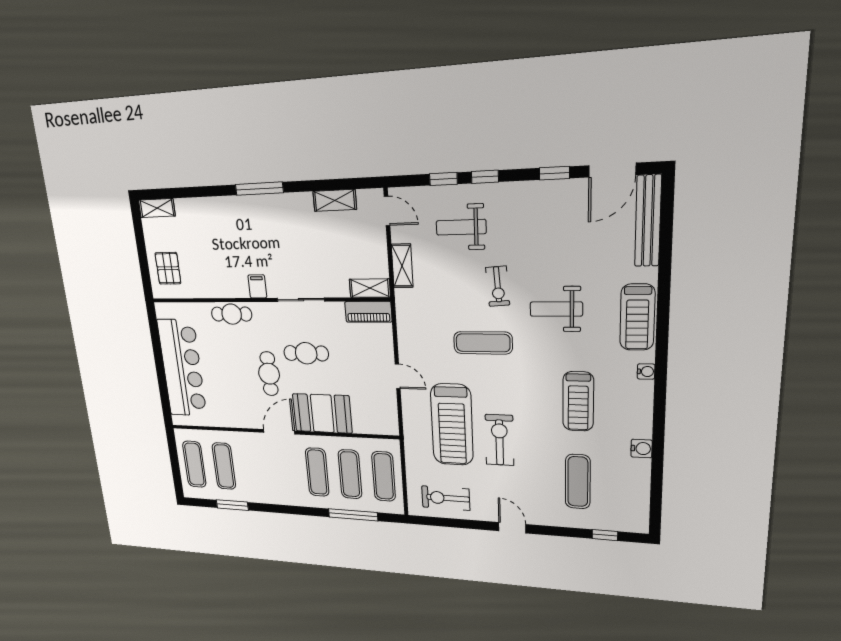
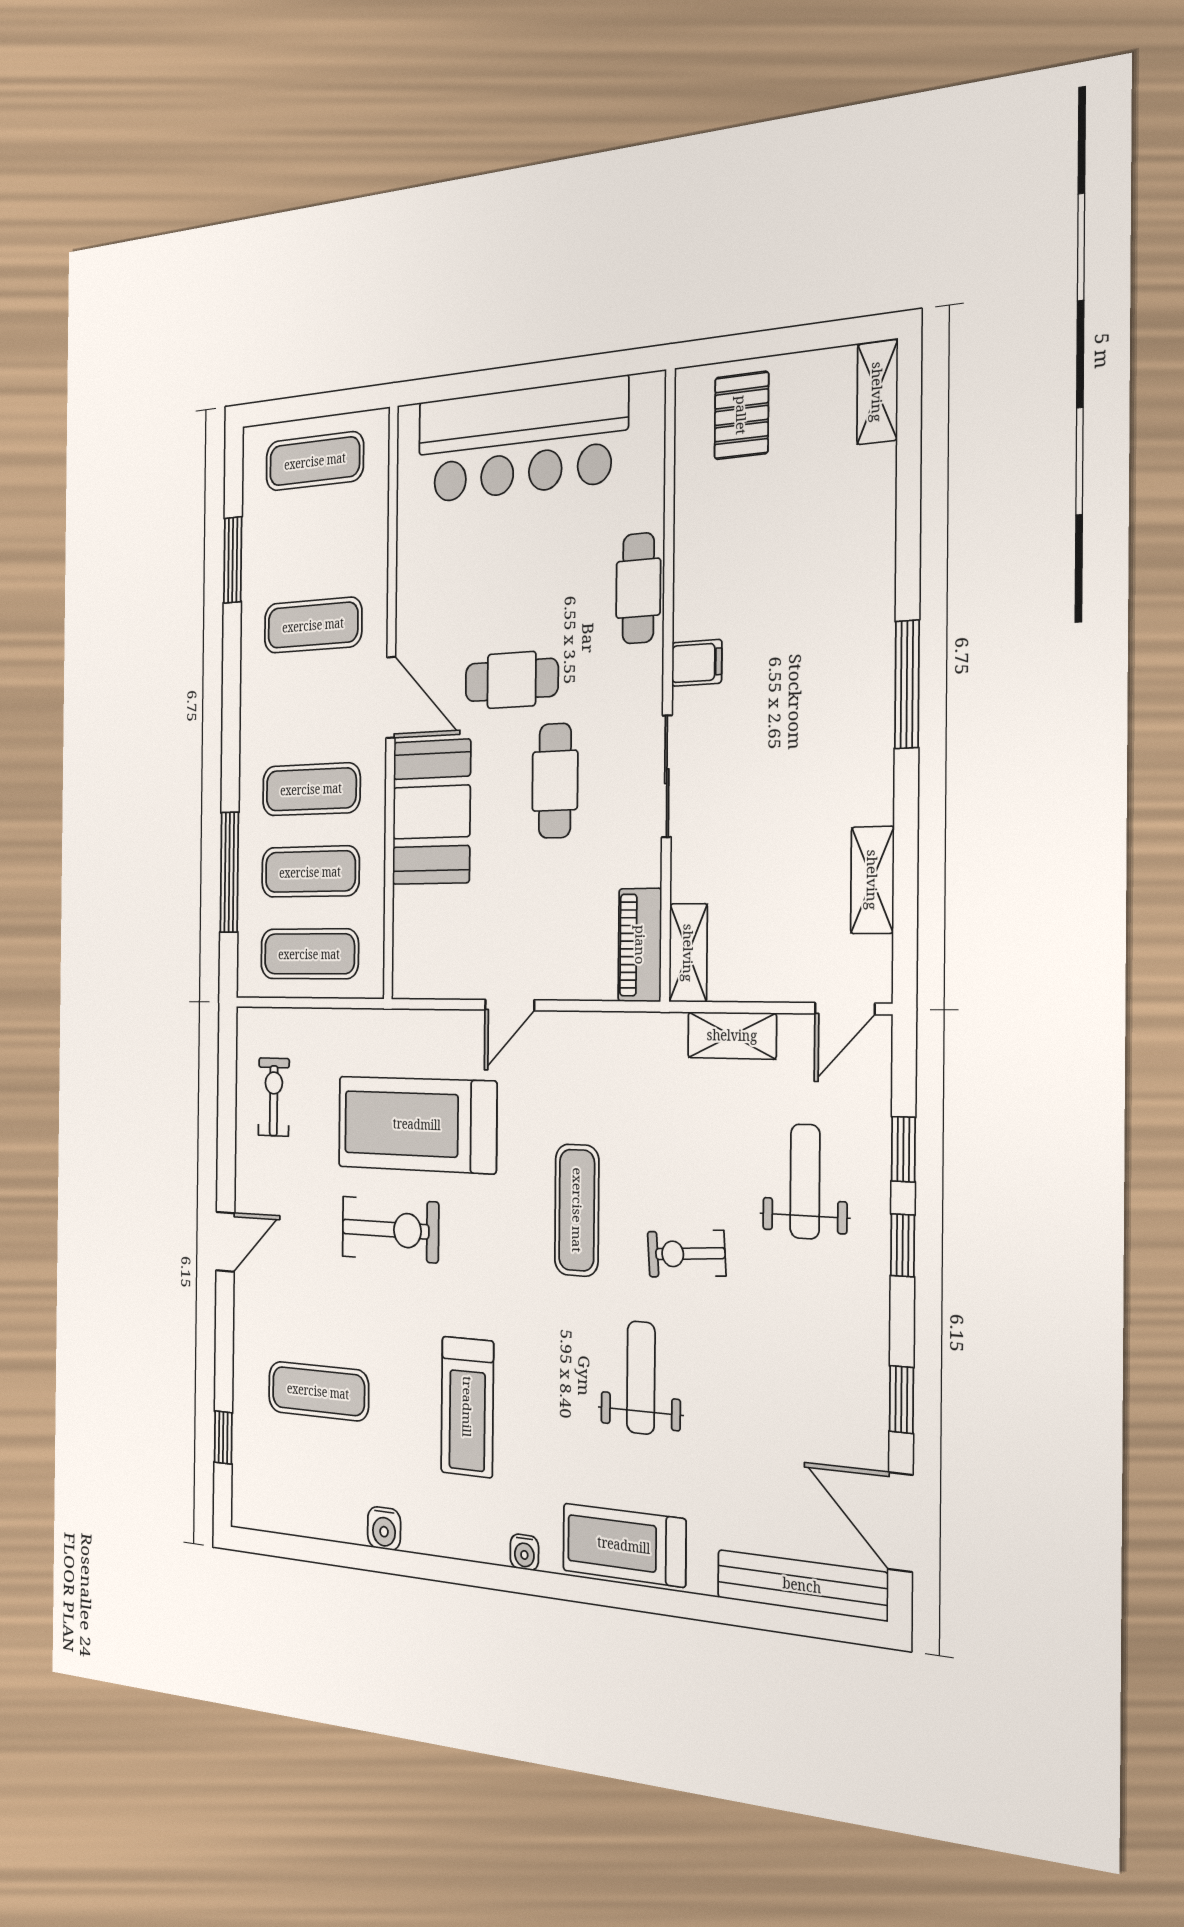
pallet: (168, 268) -> (741, 415), turned 90
treadmill: (578, 401) -> (467, 1407), turned -90
exercise mat: (224, 466) -> (313, 625), moved
exercise bike: (446, 498) -> (274, 1097), width x0.73, depth x0.72

